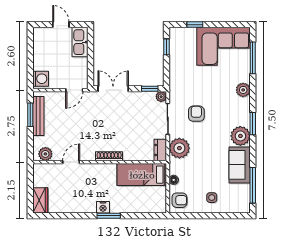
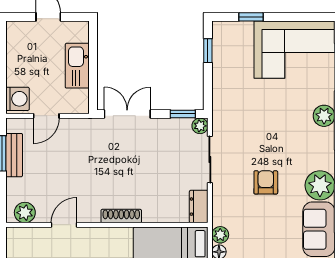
kitchen sink: (80, 42) -> (77, 66), moved
door: (74, 90) -> (46, 116), moved
armchair: (196, 114) -> (266, 182), moved
bench: (38, 116) -> (14, 155), width x0.73
plant: (179, 148) -> (220, 235), moved, width x0.53, depth x0.53

